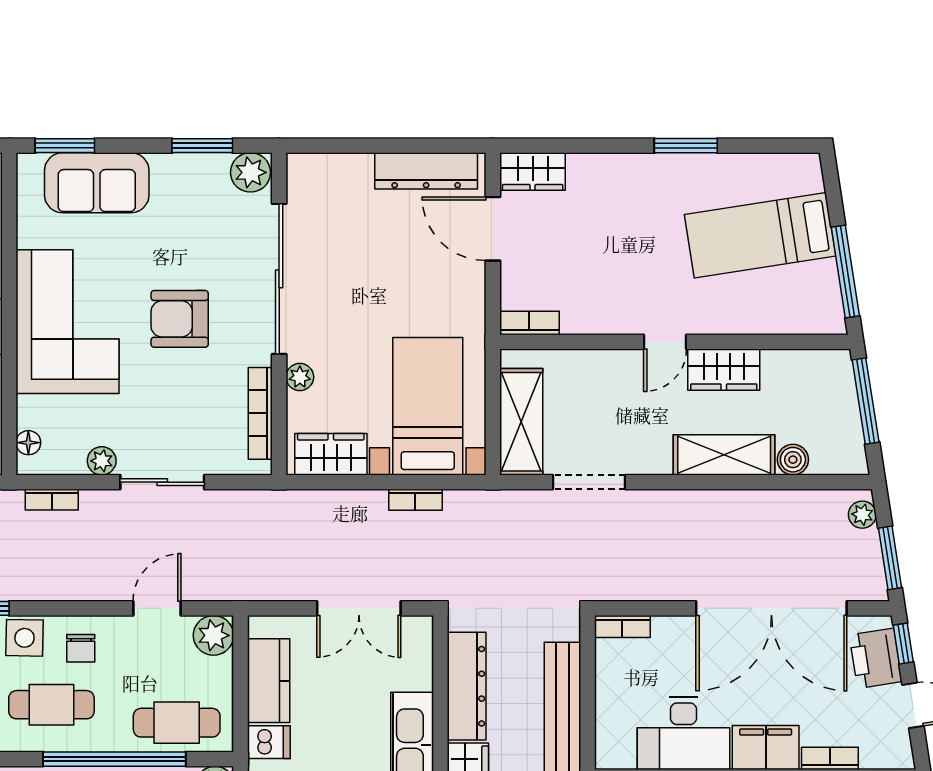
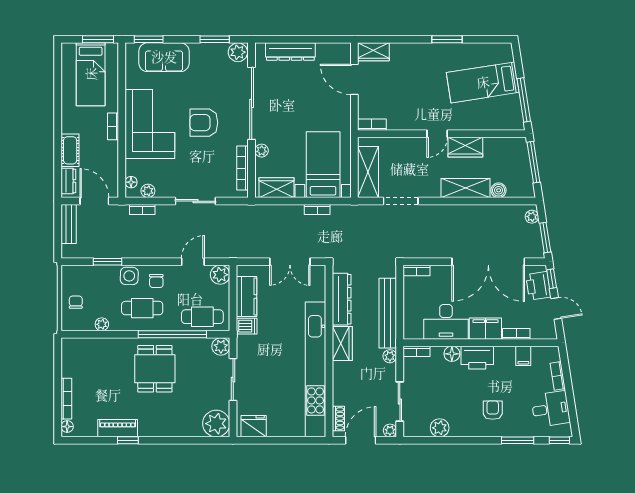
dresser: (426, 171) -> (290, 52), moved
plant: (102, 461) -> (148, 191), moved

